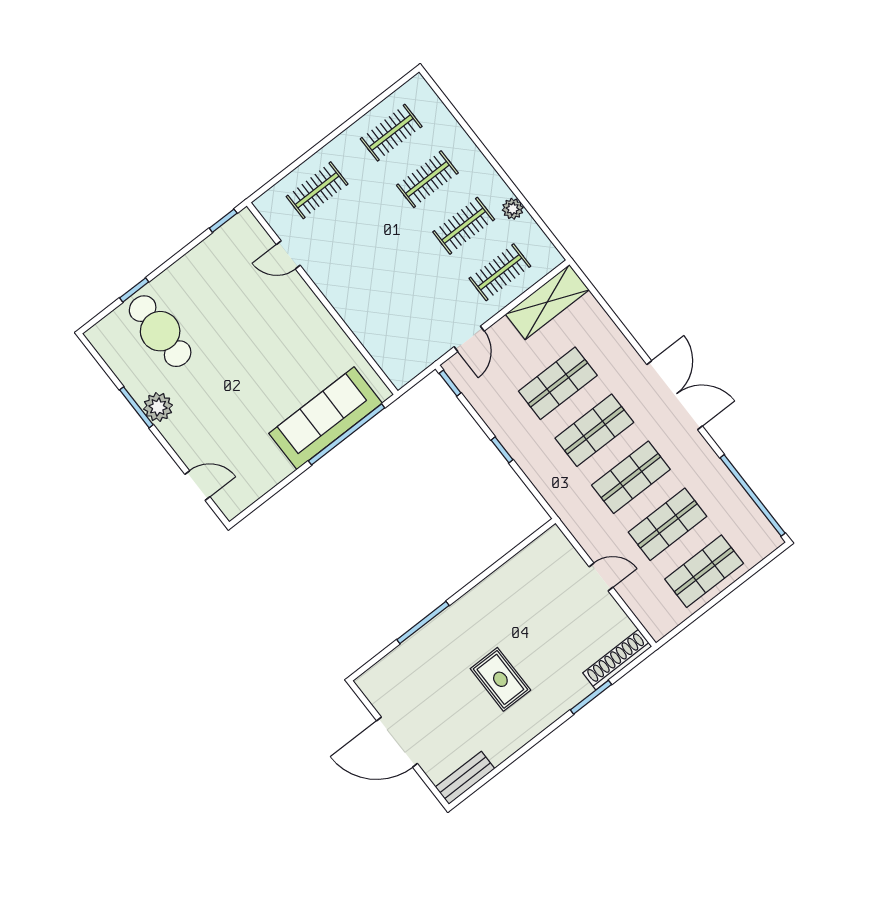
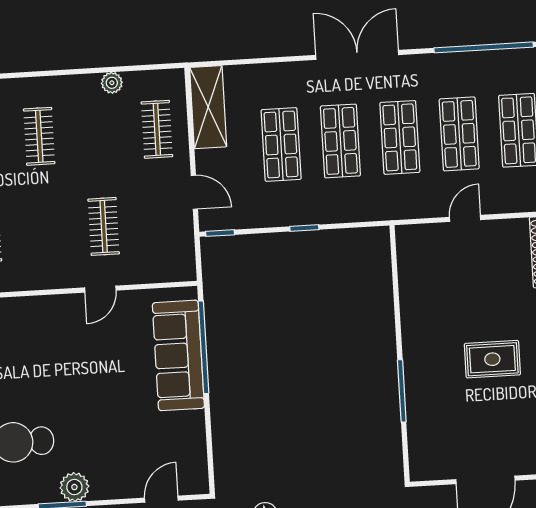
clothes rail: (464, 226) -> (104, 226), moved
door: (288, 255) -> (100, 289), moved

